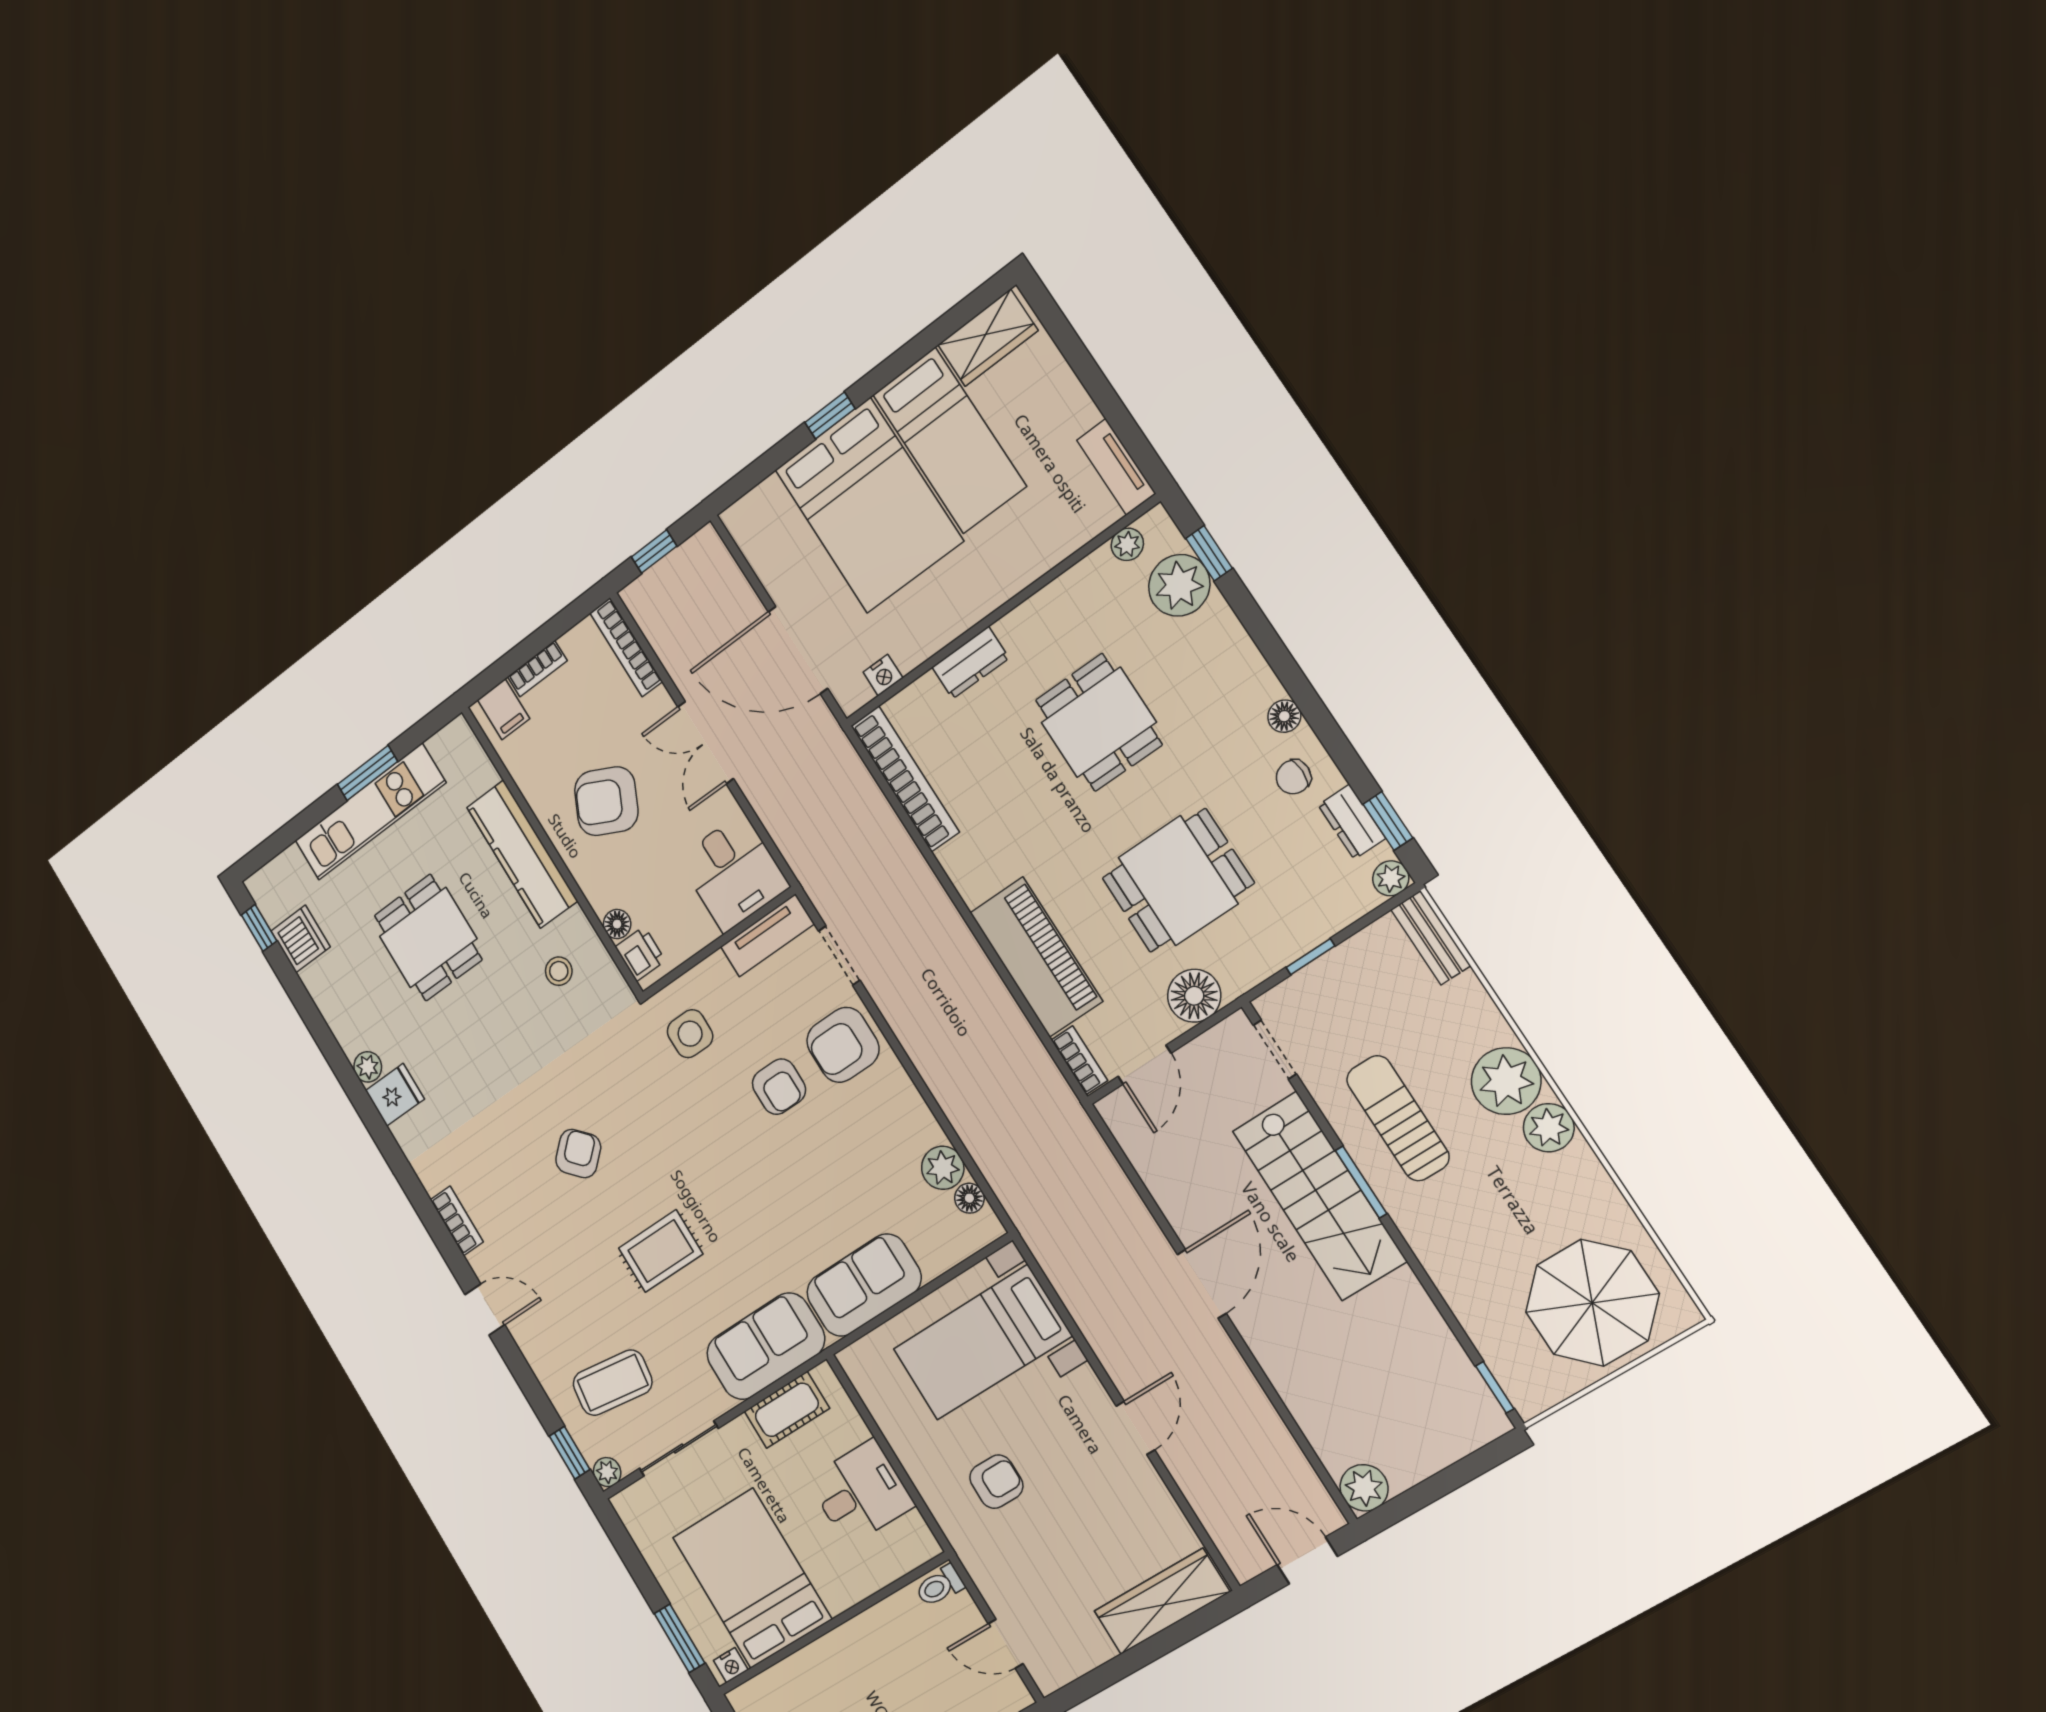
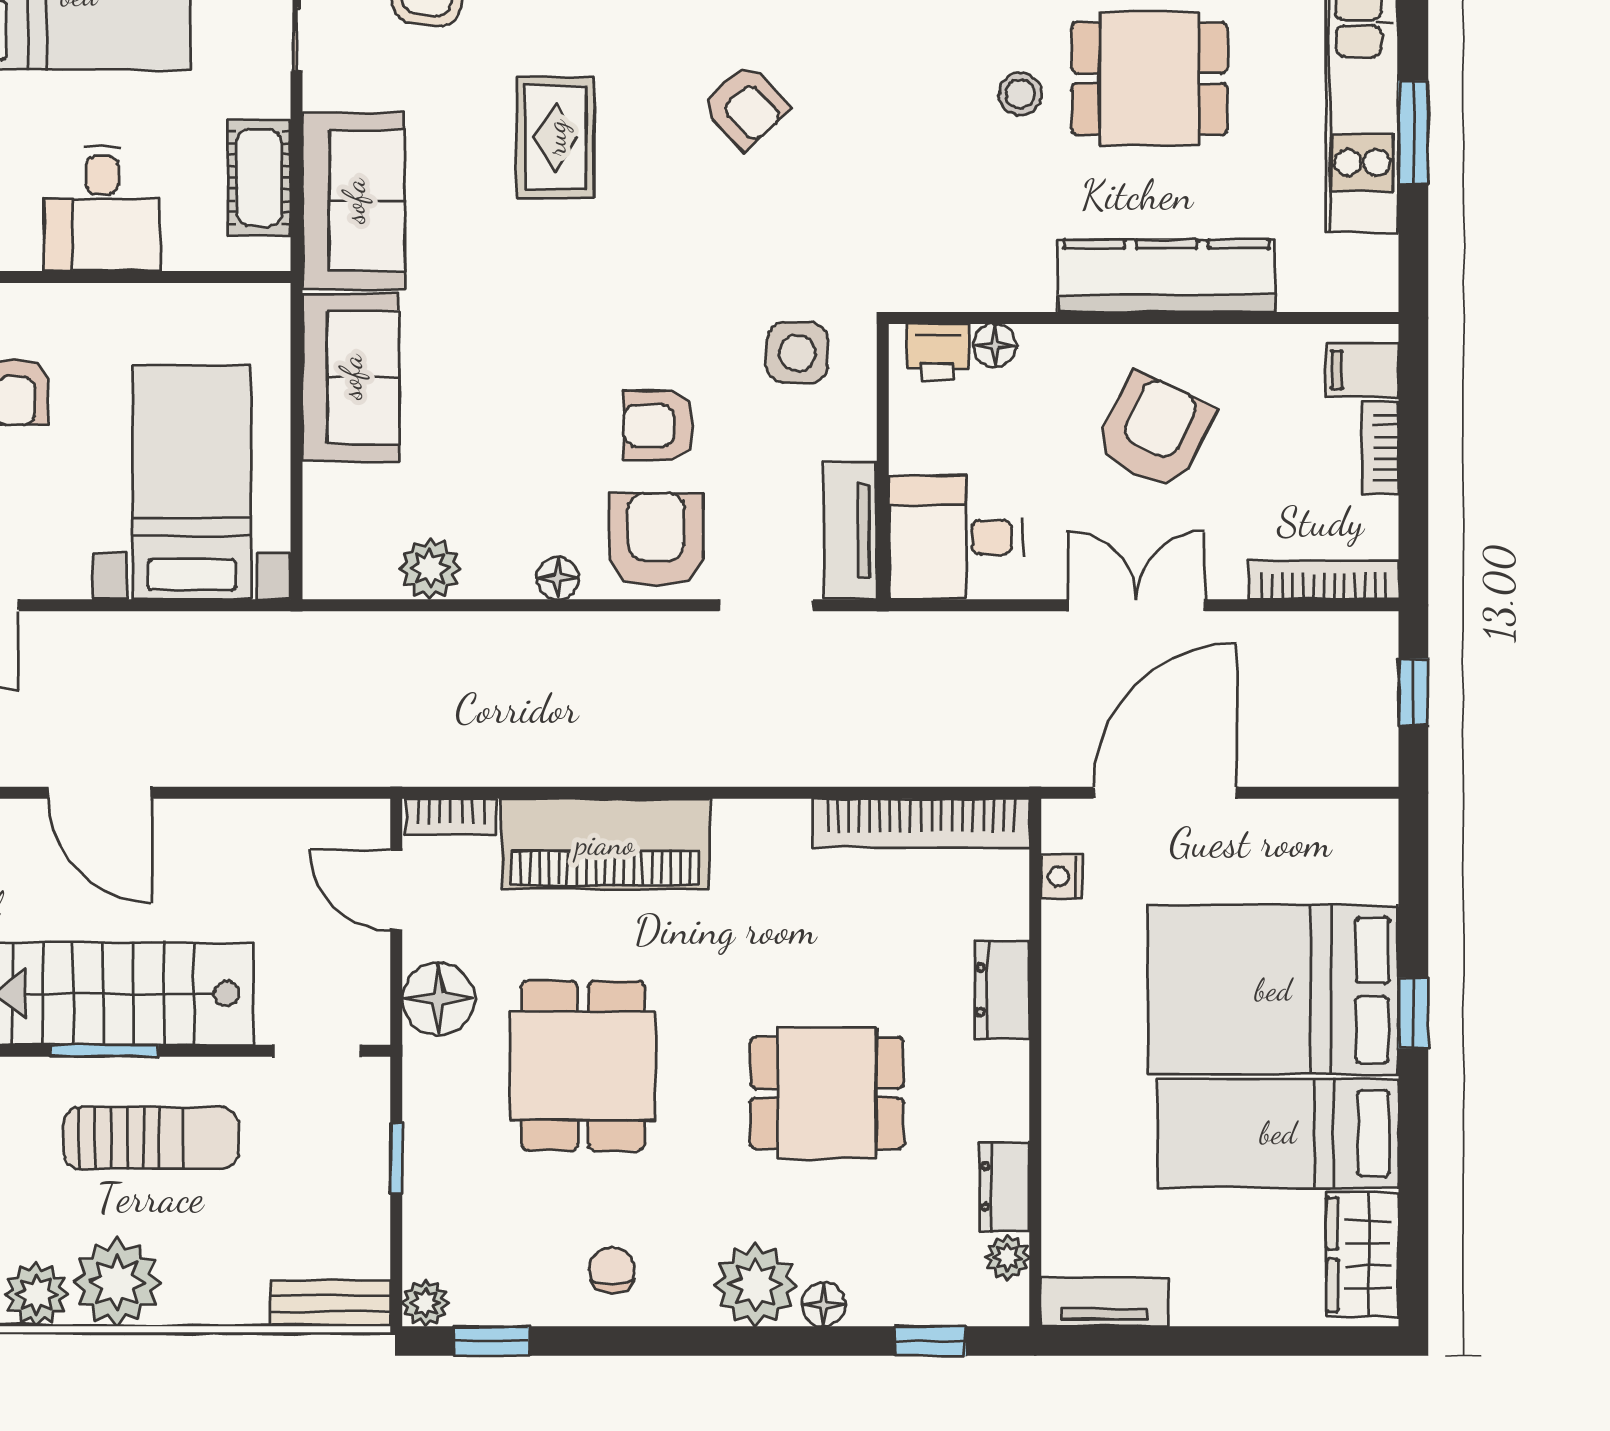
plant: (1179, 585) -> (756, 1285), moved
floor lamp: (1284, 716) -> (824, 1305), moved
dresser: (1352, 822) -> (1005, 1186), moved, turned -90
stool: (559, 971) -> (1020, 94), moved
floor lamp: (969, 1198) -> (558, 578), moved

